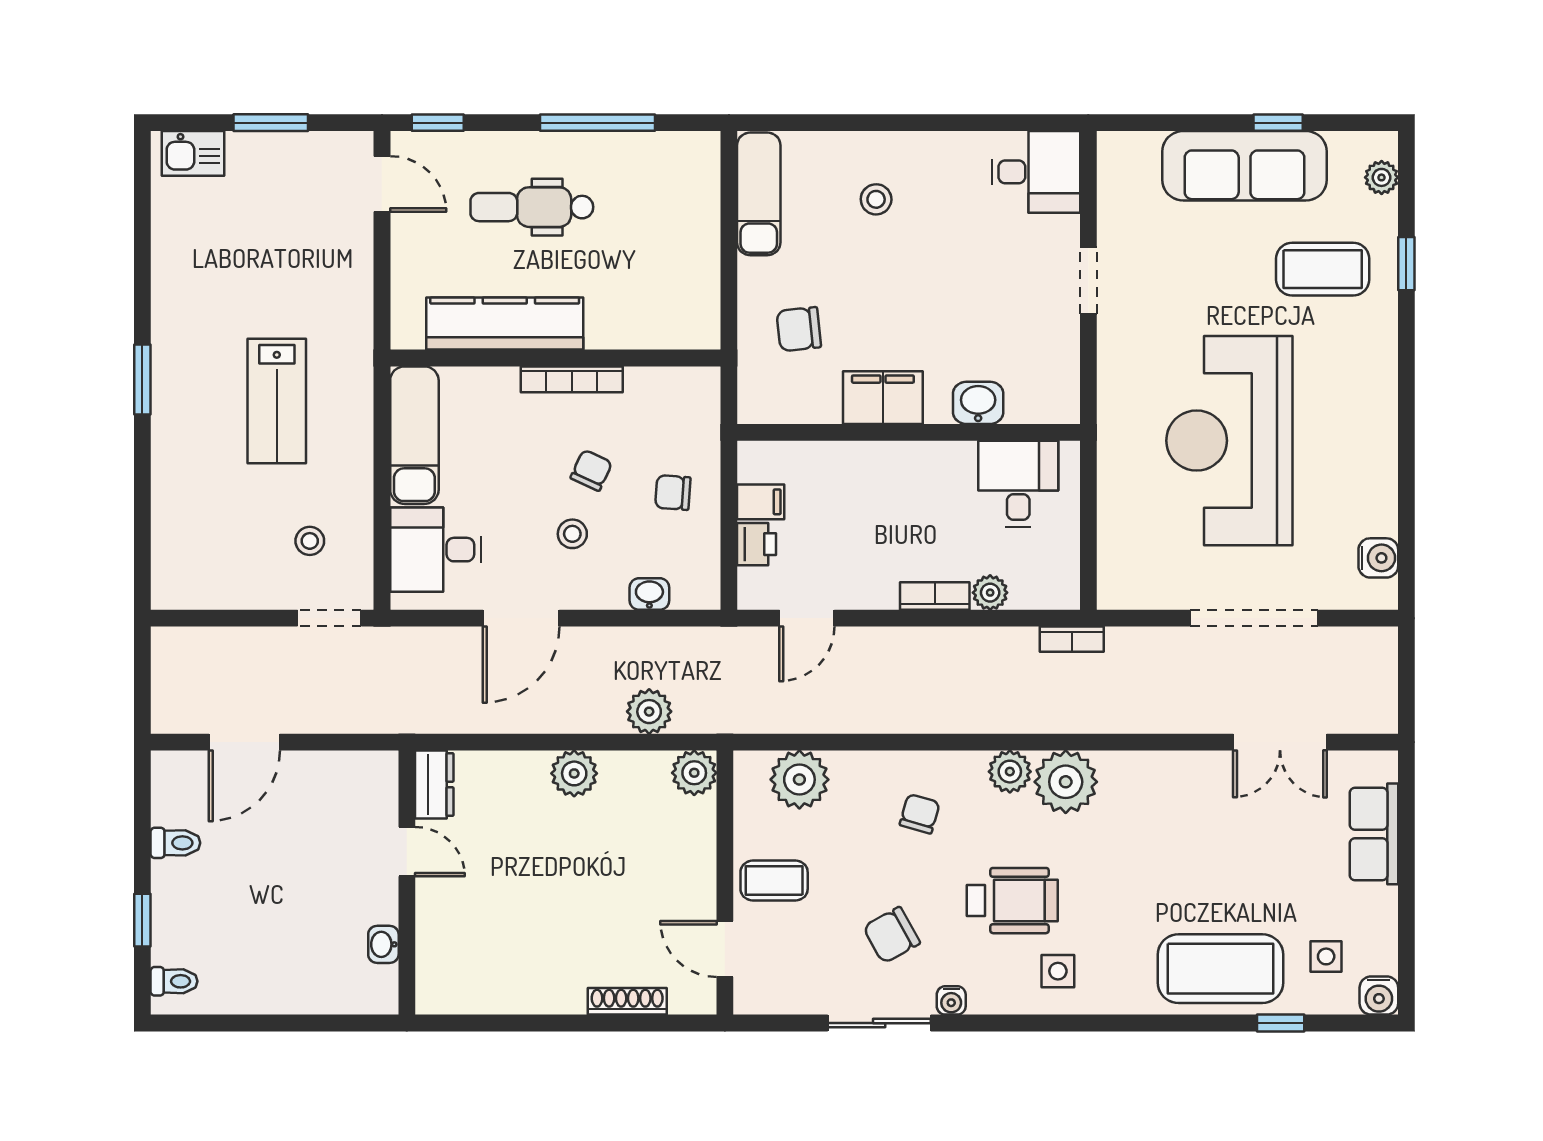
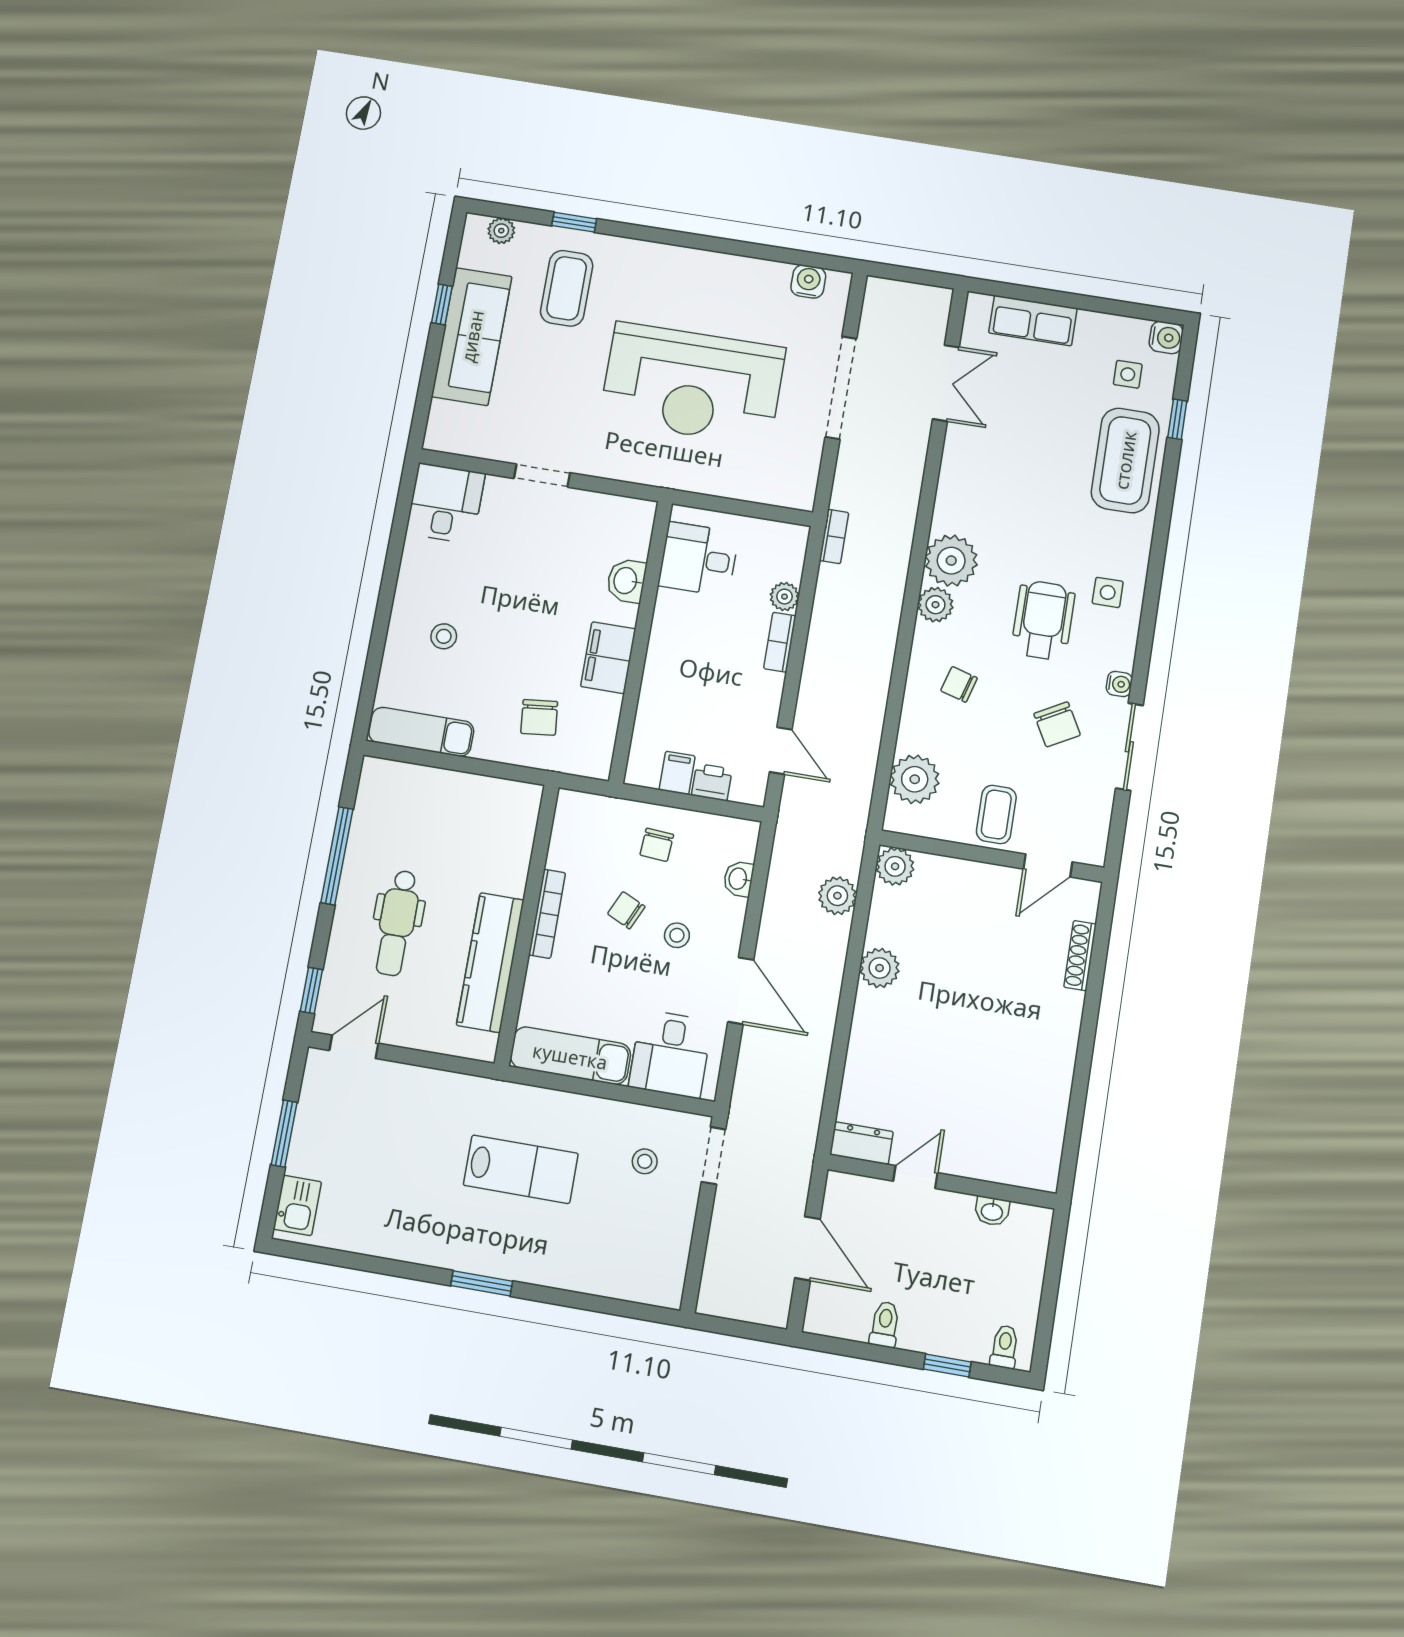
dresser: (434, 784) -> (862, 1143), moved
door: (407, 852) -> (915, 1177), moved
wall: (407, 883) -> (942, 1181), moved
washbasin: (383, 944) -> (992, 1211), moved

